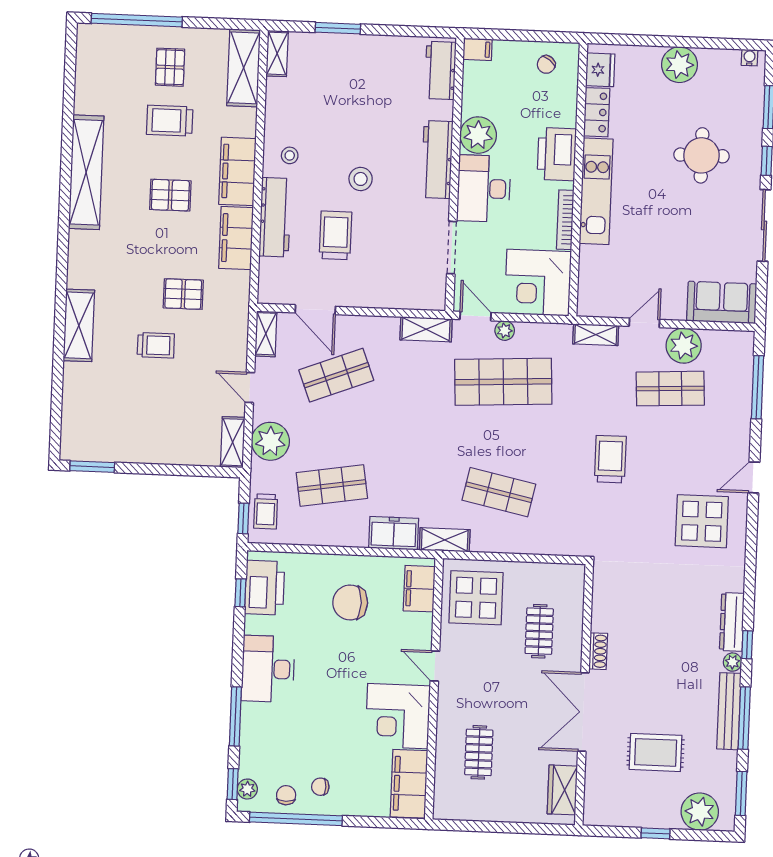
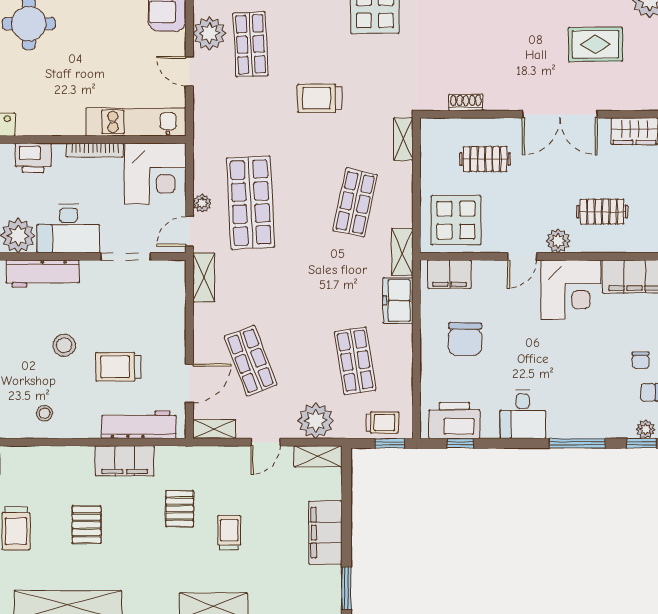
printer: (557, 154) -> (33, 158), width x0.73, depth x0.84
filing cabinet: (237, 171) -> (325, 533), moved, turned 90
kitchen unit: (596, 191) -> (136, 122), moved
workbench: (275, 217) -> (139, 425), moved
shelving: (596, 335) -> (403, 139), moved
shoe rack: (598, 651) -> (466, 103), moved
desk: (268, 669) -> (523, 414), width x0.73
plant: (450, 705) -> (558, 241), added
rug: (656, 752) -> (595, 44), turned 90

